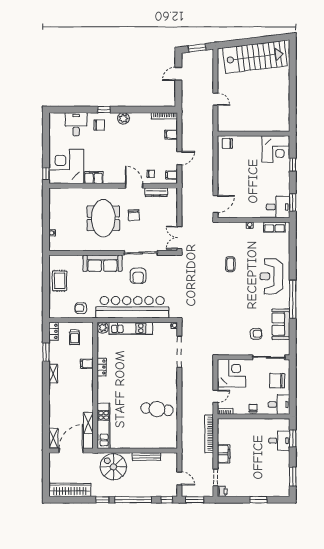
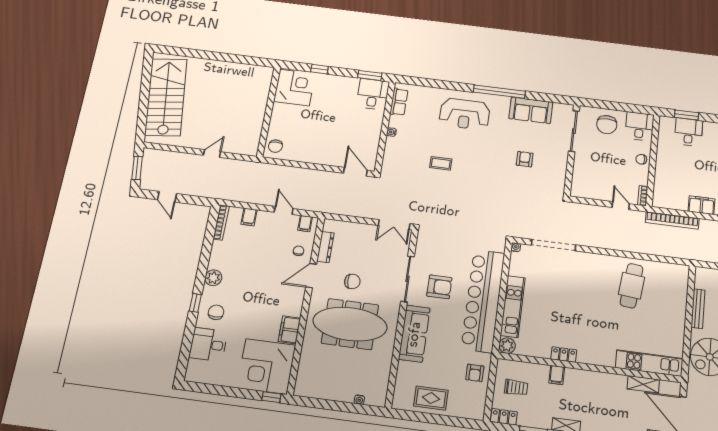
meeting table: (103, 218) -> (350, 324), width x1.36
armchair: (256, 334) -> (525, 159), moved
corner desk: (231, 373) -> (591, 181), removed

